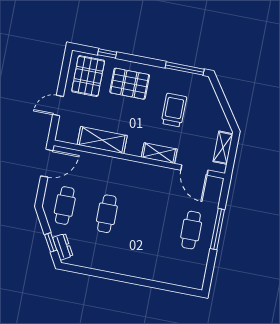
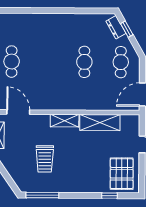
pallet: (130, 84) -> (86, 174), removed
shelving: (159, 153) -> (65, 121), moved

